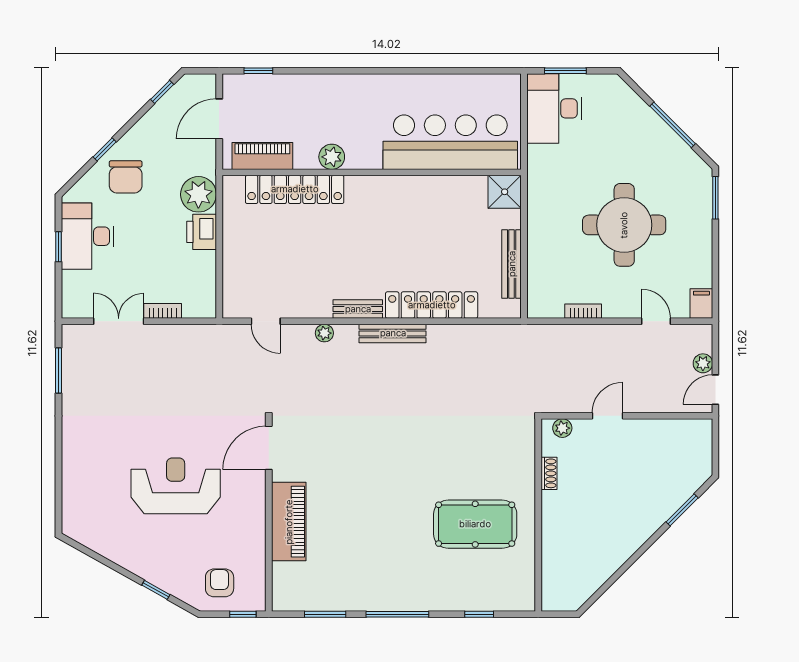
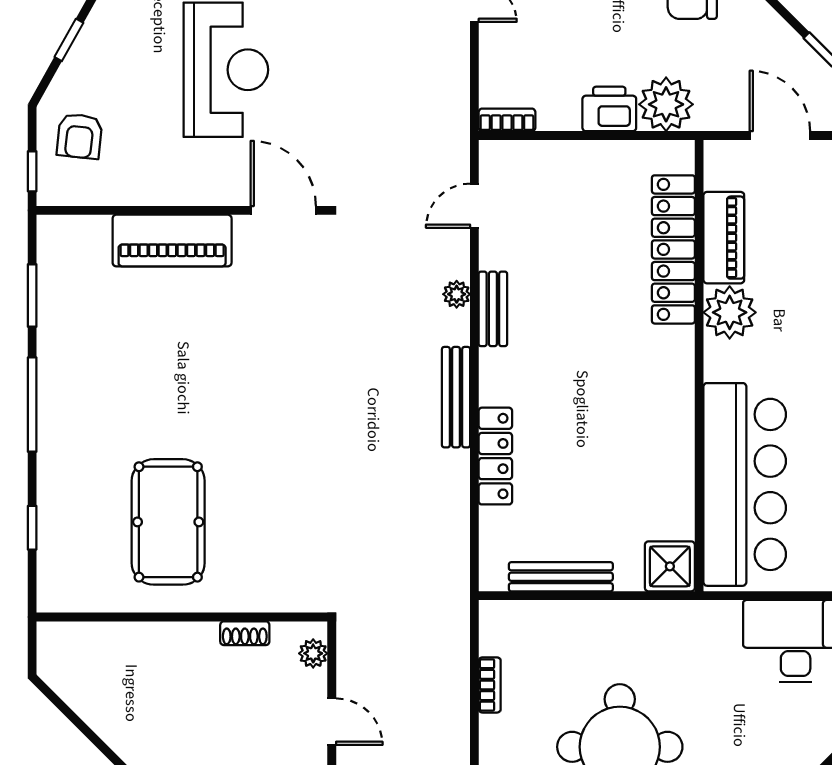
piano: (262, 156) -> (724, 238), moved
plant: (332, 157) -> (730, 312), width x1.36, depth x1.36
locker: (432, 305) -> (495, 456), width x0.71, depth x0.83
bench: (358, 309) -> (493, 309), moved
bookcase: (163, 311) -> (507, 120), moved, turned -90
armchair: (220, 583) -> (80, 136), turned 96

